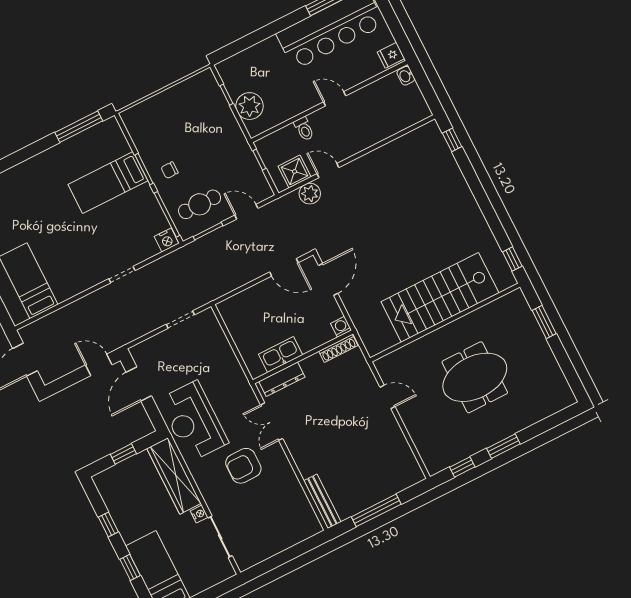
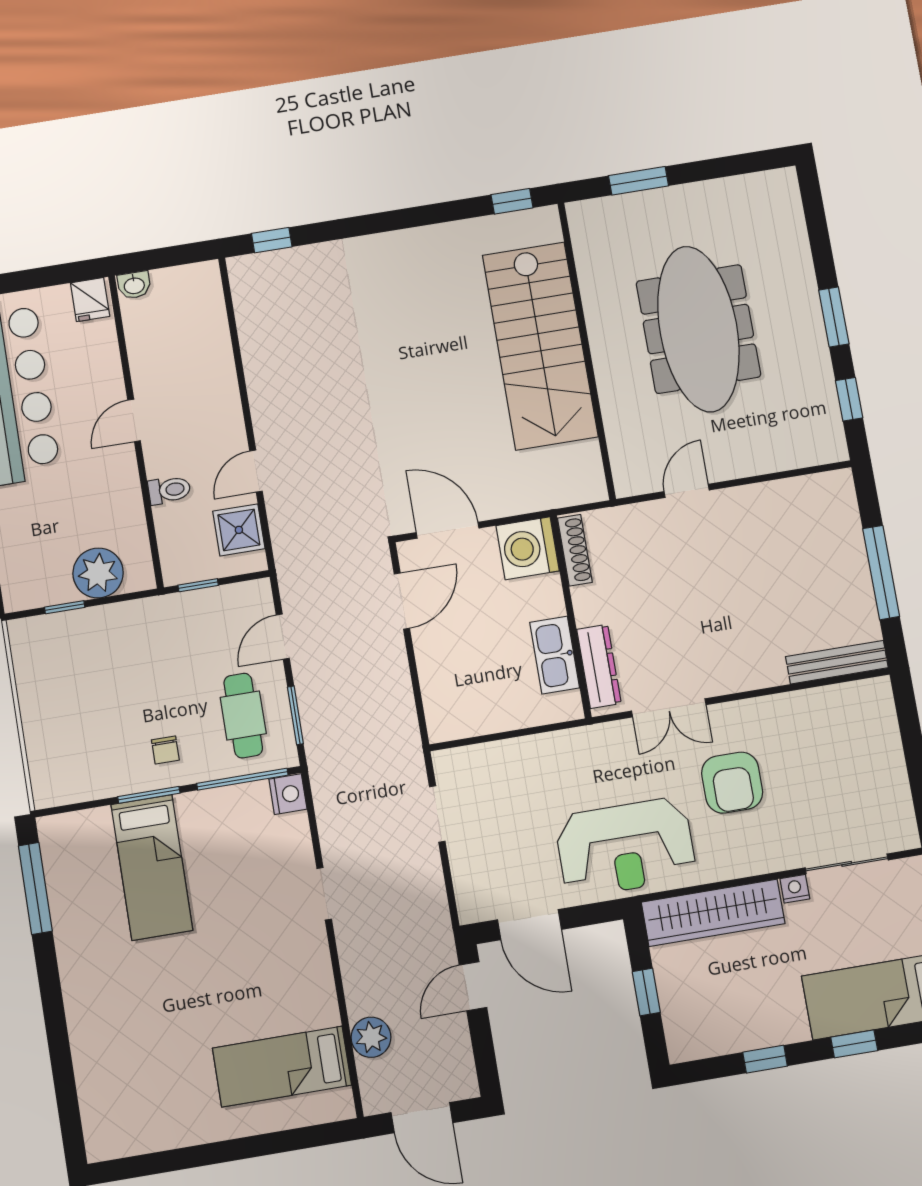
plant: (310, 194) -> (371, 1037), moved
washing machine: (341, 327) -> (528, 548), width x1.89, depth x1.89
meeting table: (475, 377) -> (698, 329), width x1.36

